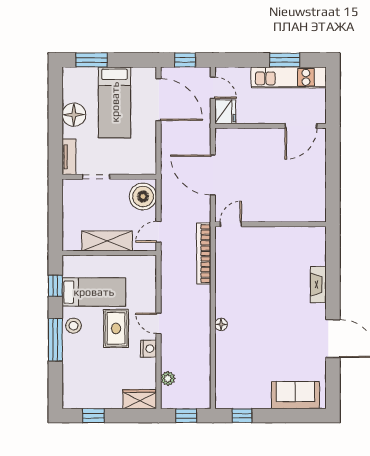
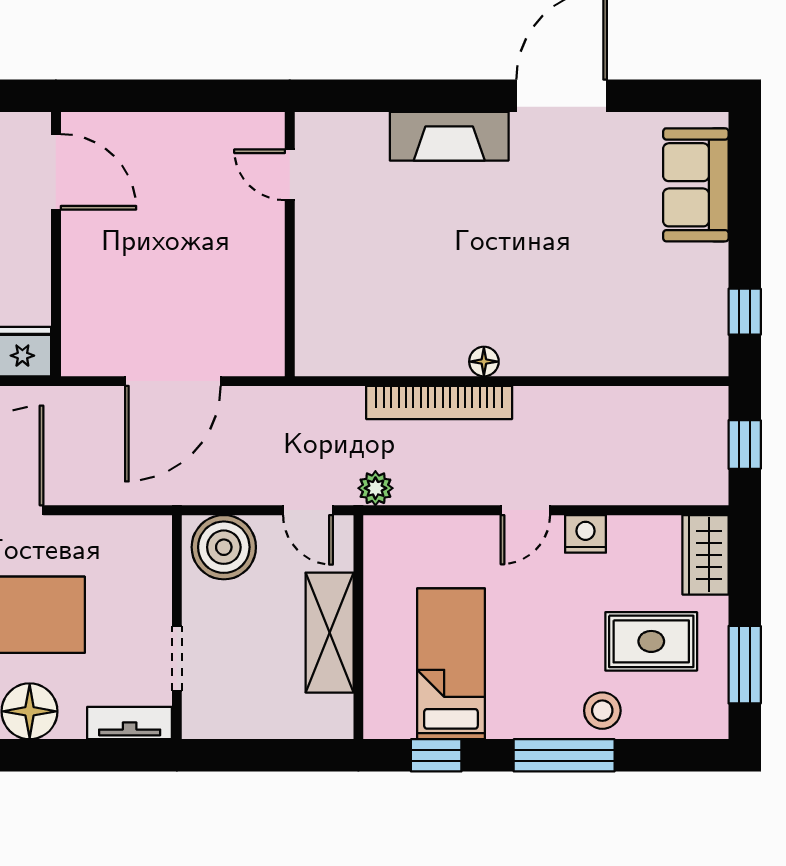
door: (231, 224) -> (290, 175), moved
bookcase: (204, 254) -> (439, 403), moved
fireplace: (318, 285) -> (449, 136), width x1.37, depth x1.32
floor lamp: (221, 324) -> (484, 362), moved
stool: (74, 326) -> (602, 711), moved
rug: (116, 328) -> (651, 641), moved
plant: (168, 378) -> (375, 488), moved
window: (93, 416) -> (745, 665), width x1.50

